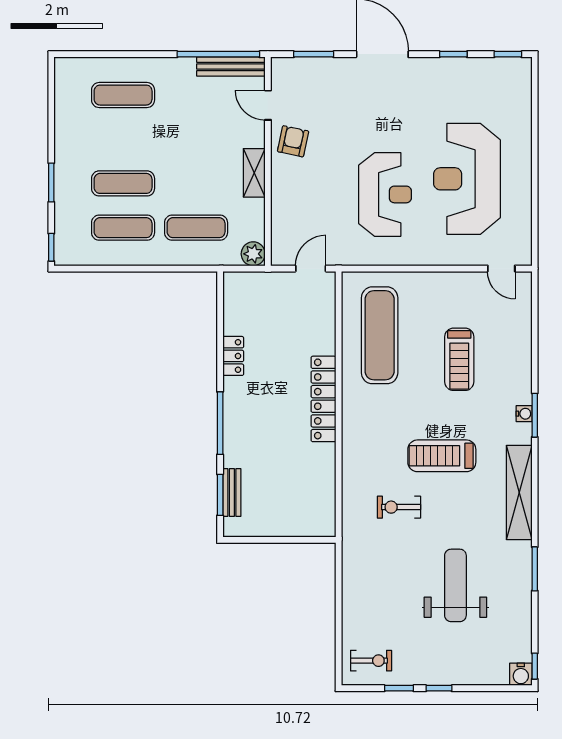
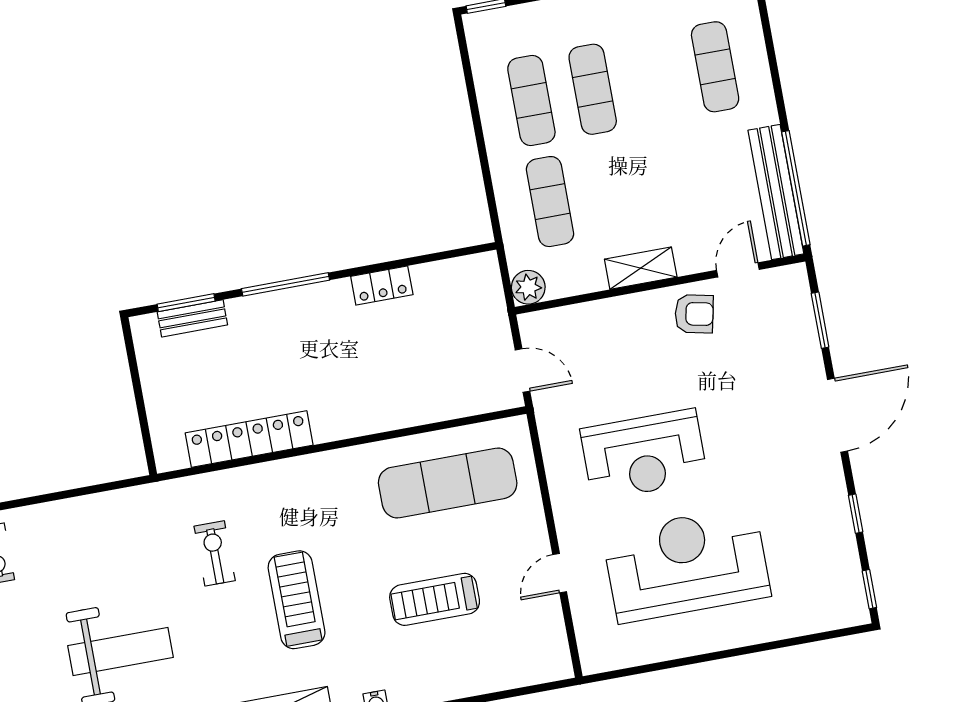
bench: (231, 66) -> (776, 192), width x1.37, depth x1.21
door: (501, 269) -> (560, 573), moved
locker: (323, 399) -> (249, 439), moved

